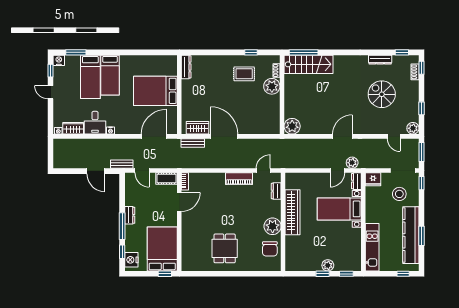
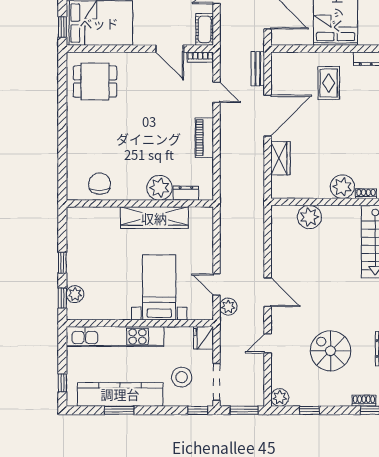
rug: (244, 74) -> (329, 83), moved
spiral stairs: (382, 94) -> (331, 351), turned -90
plant: (292, 126) -> (309, 217), moved
wardrobe: (197, 128) -> (280, 158), moved
door: (394, 136) -> (268, 343), moved
door: (263, 171) -> (216, 92), moved
dresser: (356, 181) -> (201, 313), removed
plant: (273, 226) -> (159, 188), moved
kitchen unit: (372, 247) -> (115, 337), width x1.36
dining table: (225, 248) -> (95, 81), moved
chair: (270, 249) -> (100, 184), turned 90
plant: (328, 265) -> (75, 294), moved

